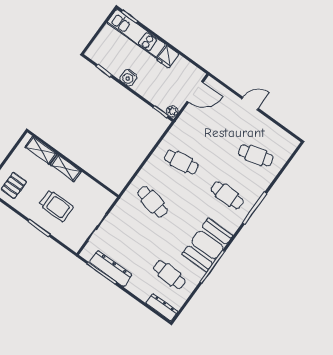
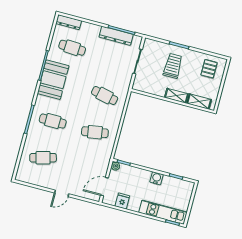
fridge: (168, 57) -> (122, 201), moved
trolley: (56, 206) -> (173, 66), turned 90

